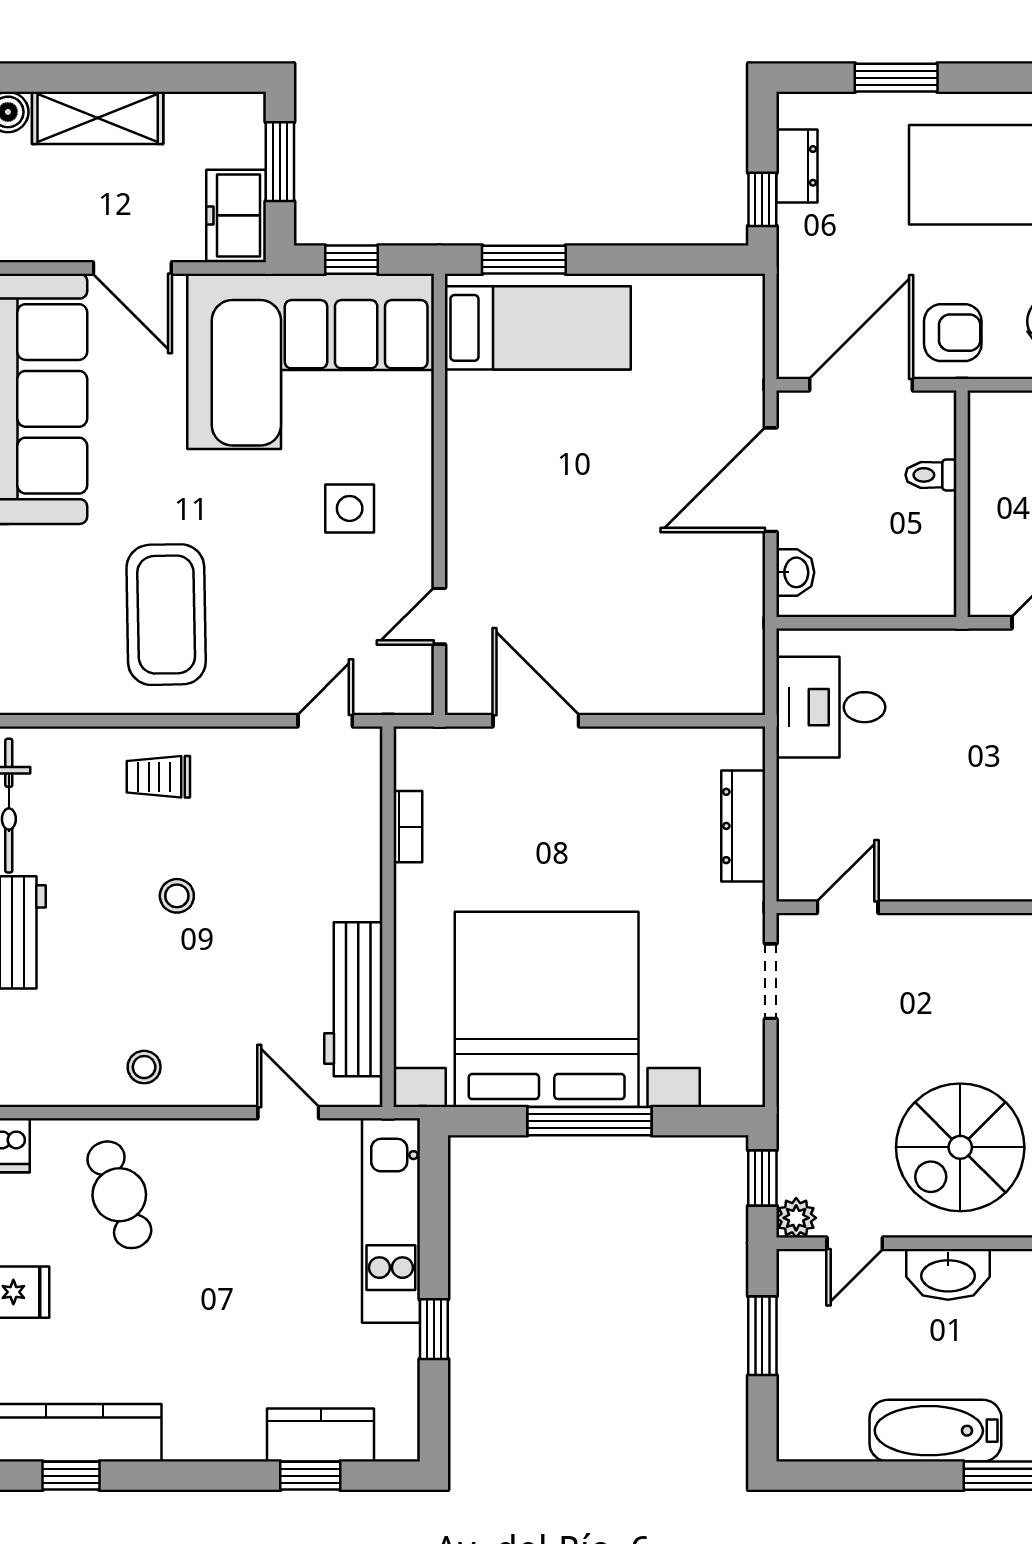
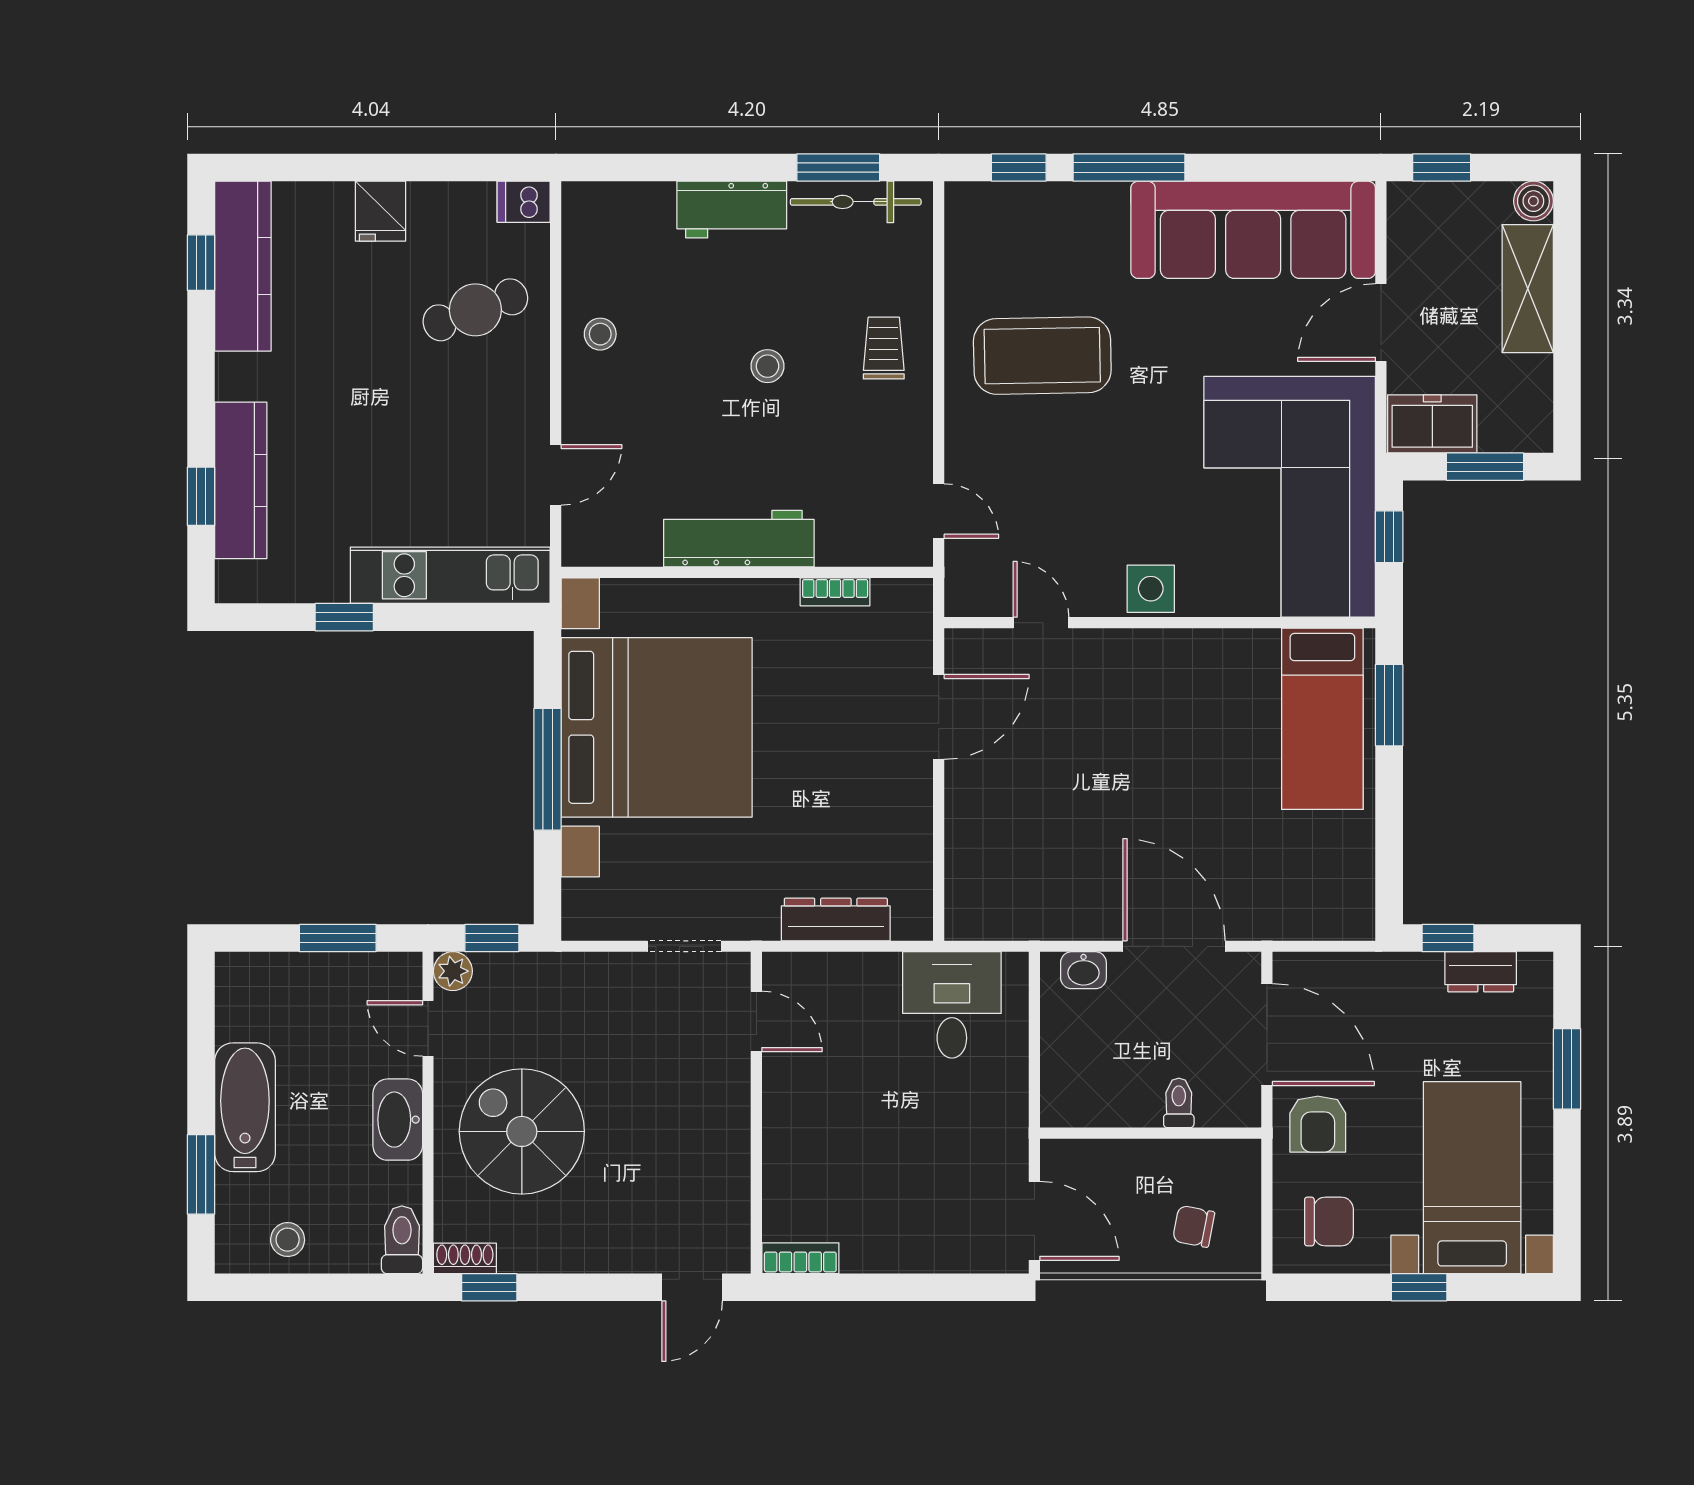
side table: (350, 508) -> (1151, 589), moved
workbench: (353, 999) -> (739, 539), moved
kitchen counter: (321, 1435) -> (241, 480), width x1.50

